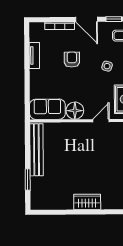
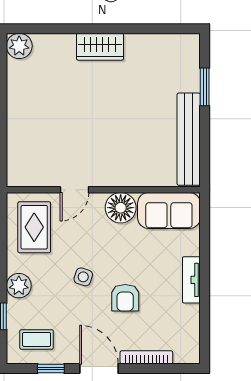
tv unit: (34, 56) -> (191, 280), moved
side table: (107, 66) -> (83, 277), moved

